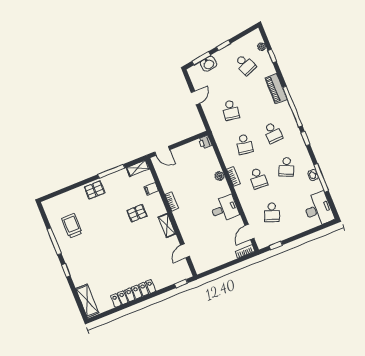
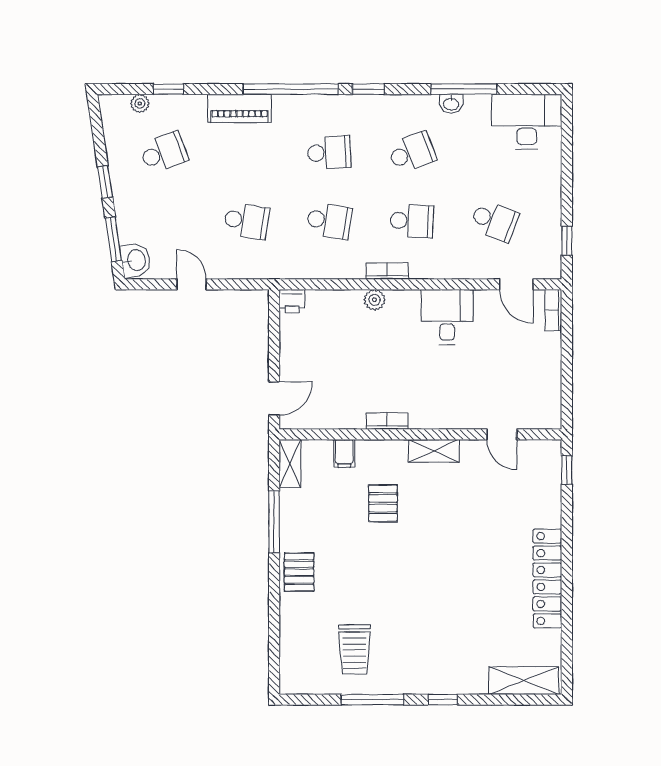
washbasin: (208, 64) -> (136, 260), moved
school desk: (286, 167) -> (412, 152), turned -45
trolley: (72, 226) -> (354, 650), turned -90

